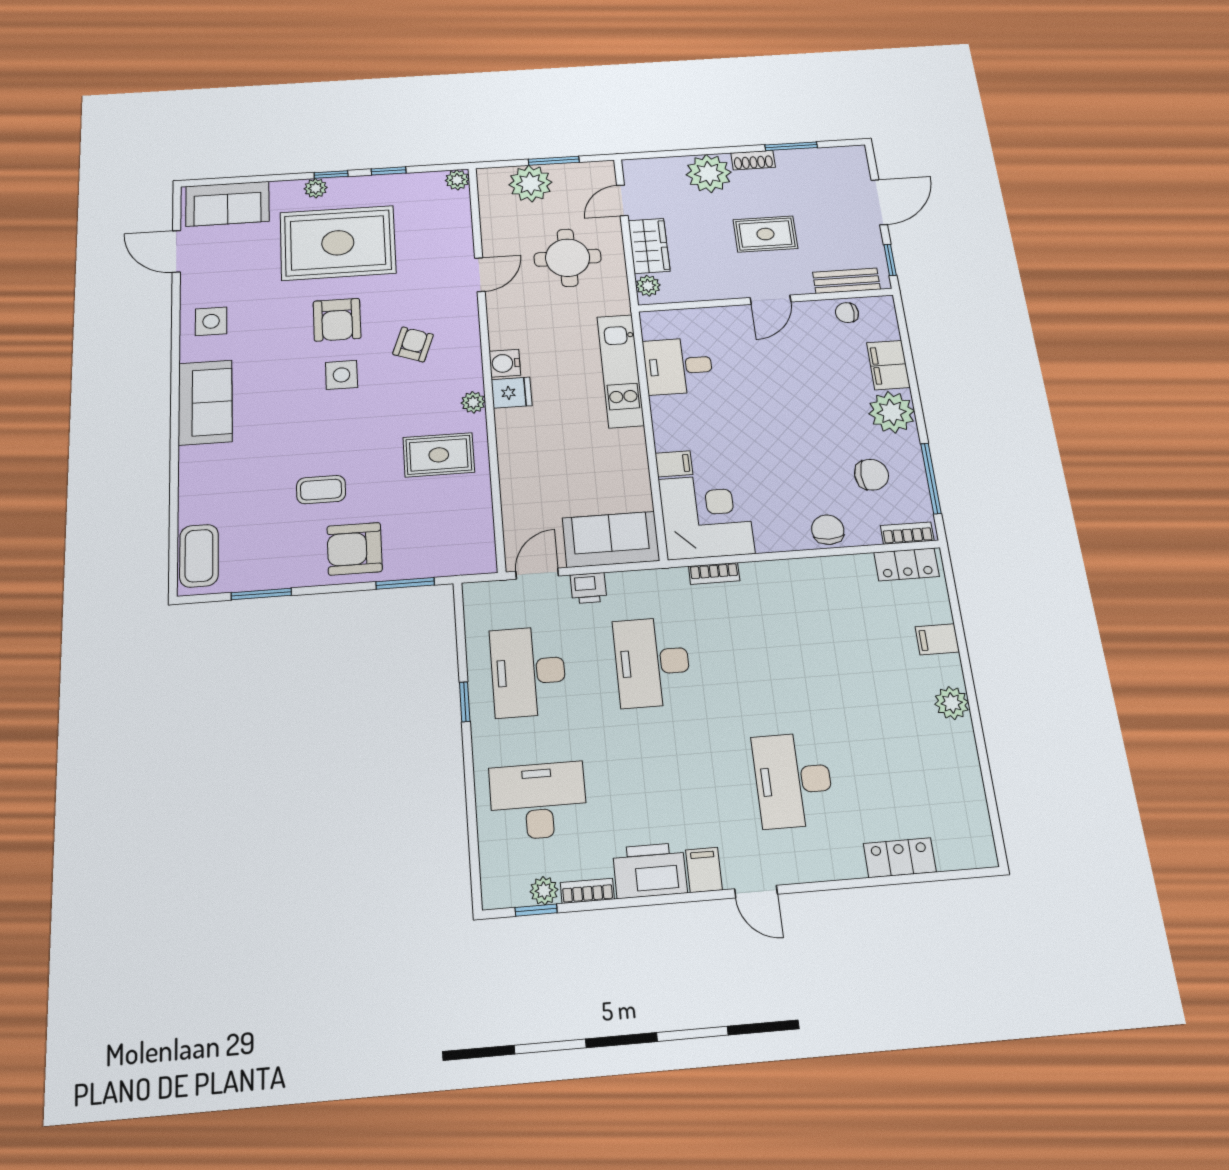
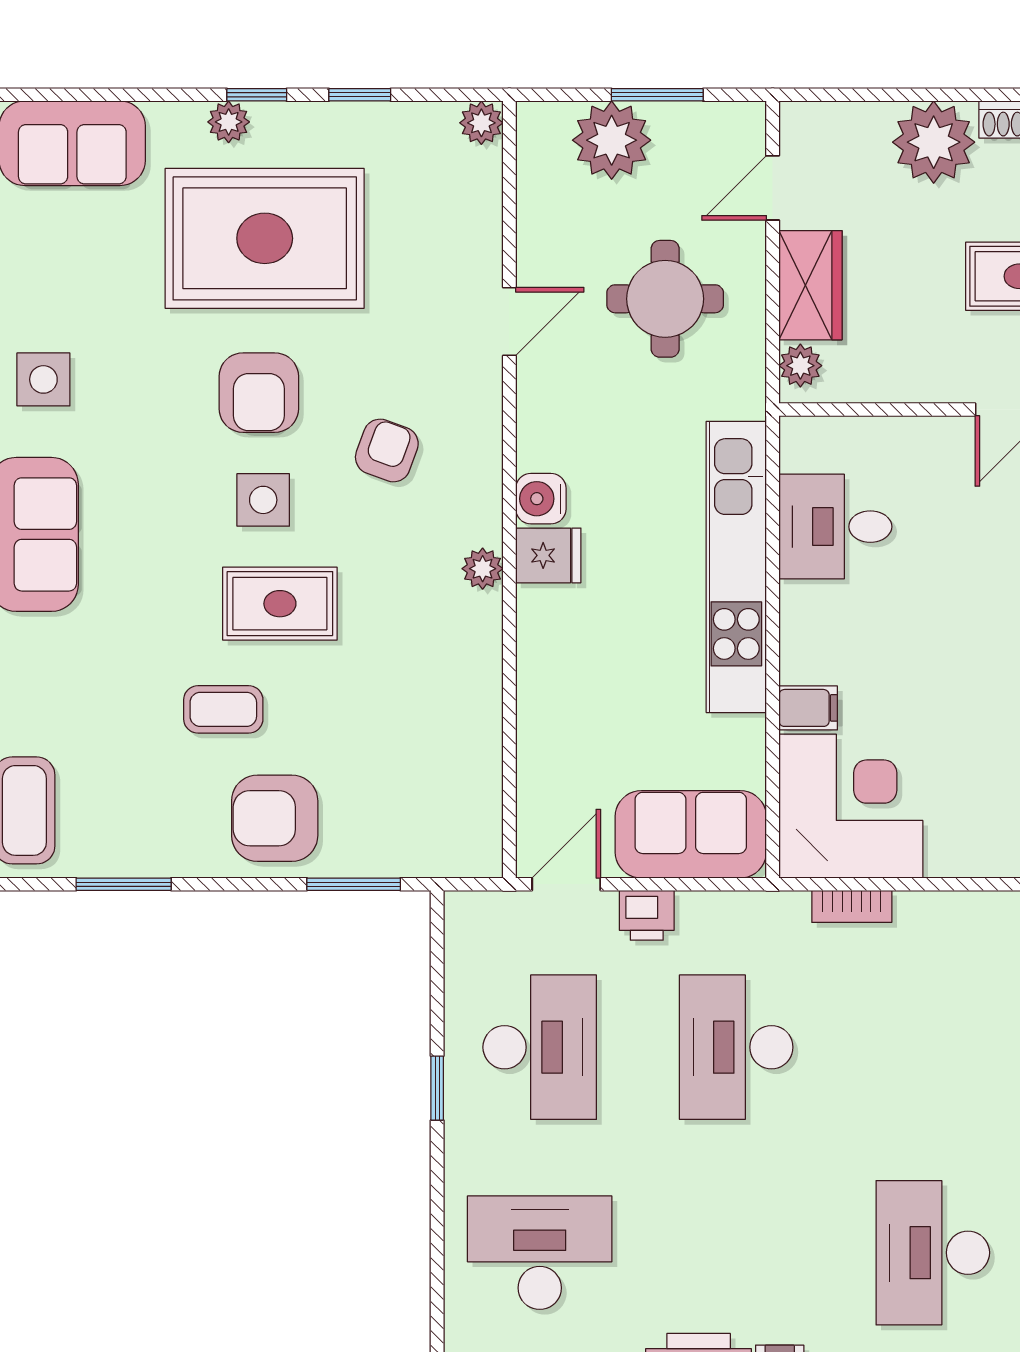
kitchen unit: (621, 371) -> (736, 567), width x1.36
rug: (439, 455) -> (280, 604), moved
desk: (528, 672) -> (540, 1047), turned 180

